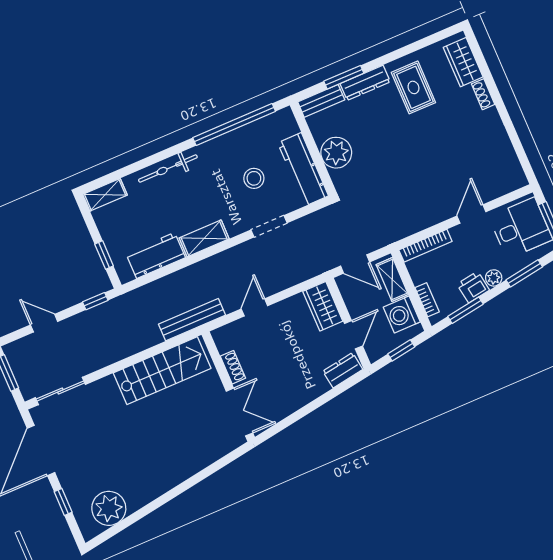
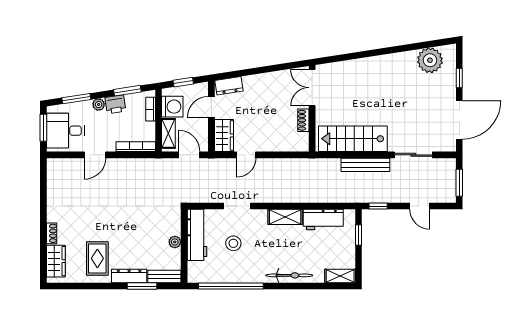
plant: (336, 153) -> (175, 242), width x0.53, depth x0.53
door: (254, 307) -> (246, 155), moved
bench: (192, 320) -> (365, 165), moved
sliding door: (60, 391) -> (413, 155), moved

